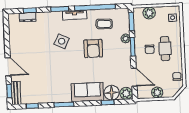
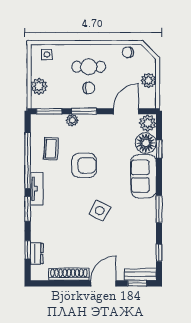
shoe rack: (14, 41) -> (69, 274), added
side table: (62, 41) -> (100, 211), moved

